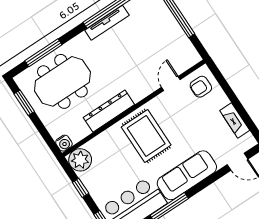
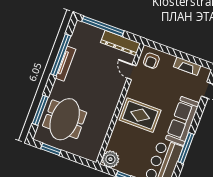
dresser: (109, 111) -> (121, 43), moved, turned -90
water cooler: (64, 143) -> (93, 156), removed

